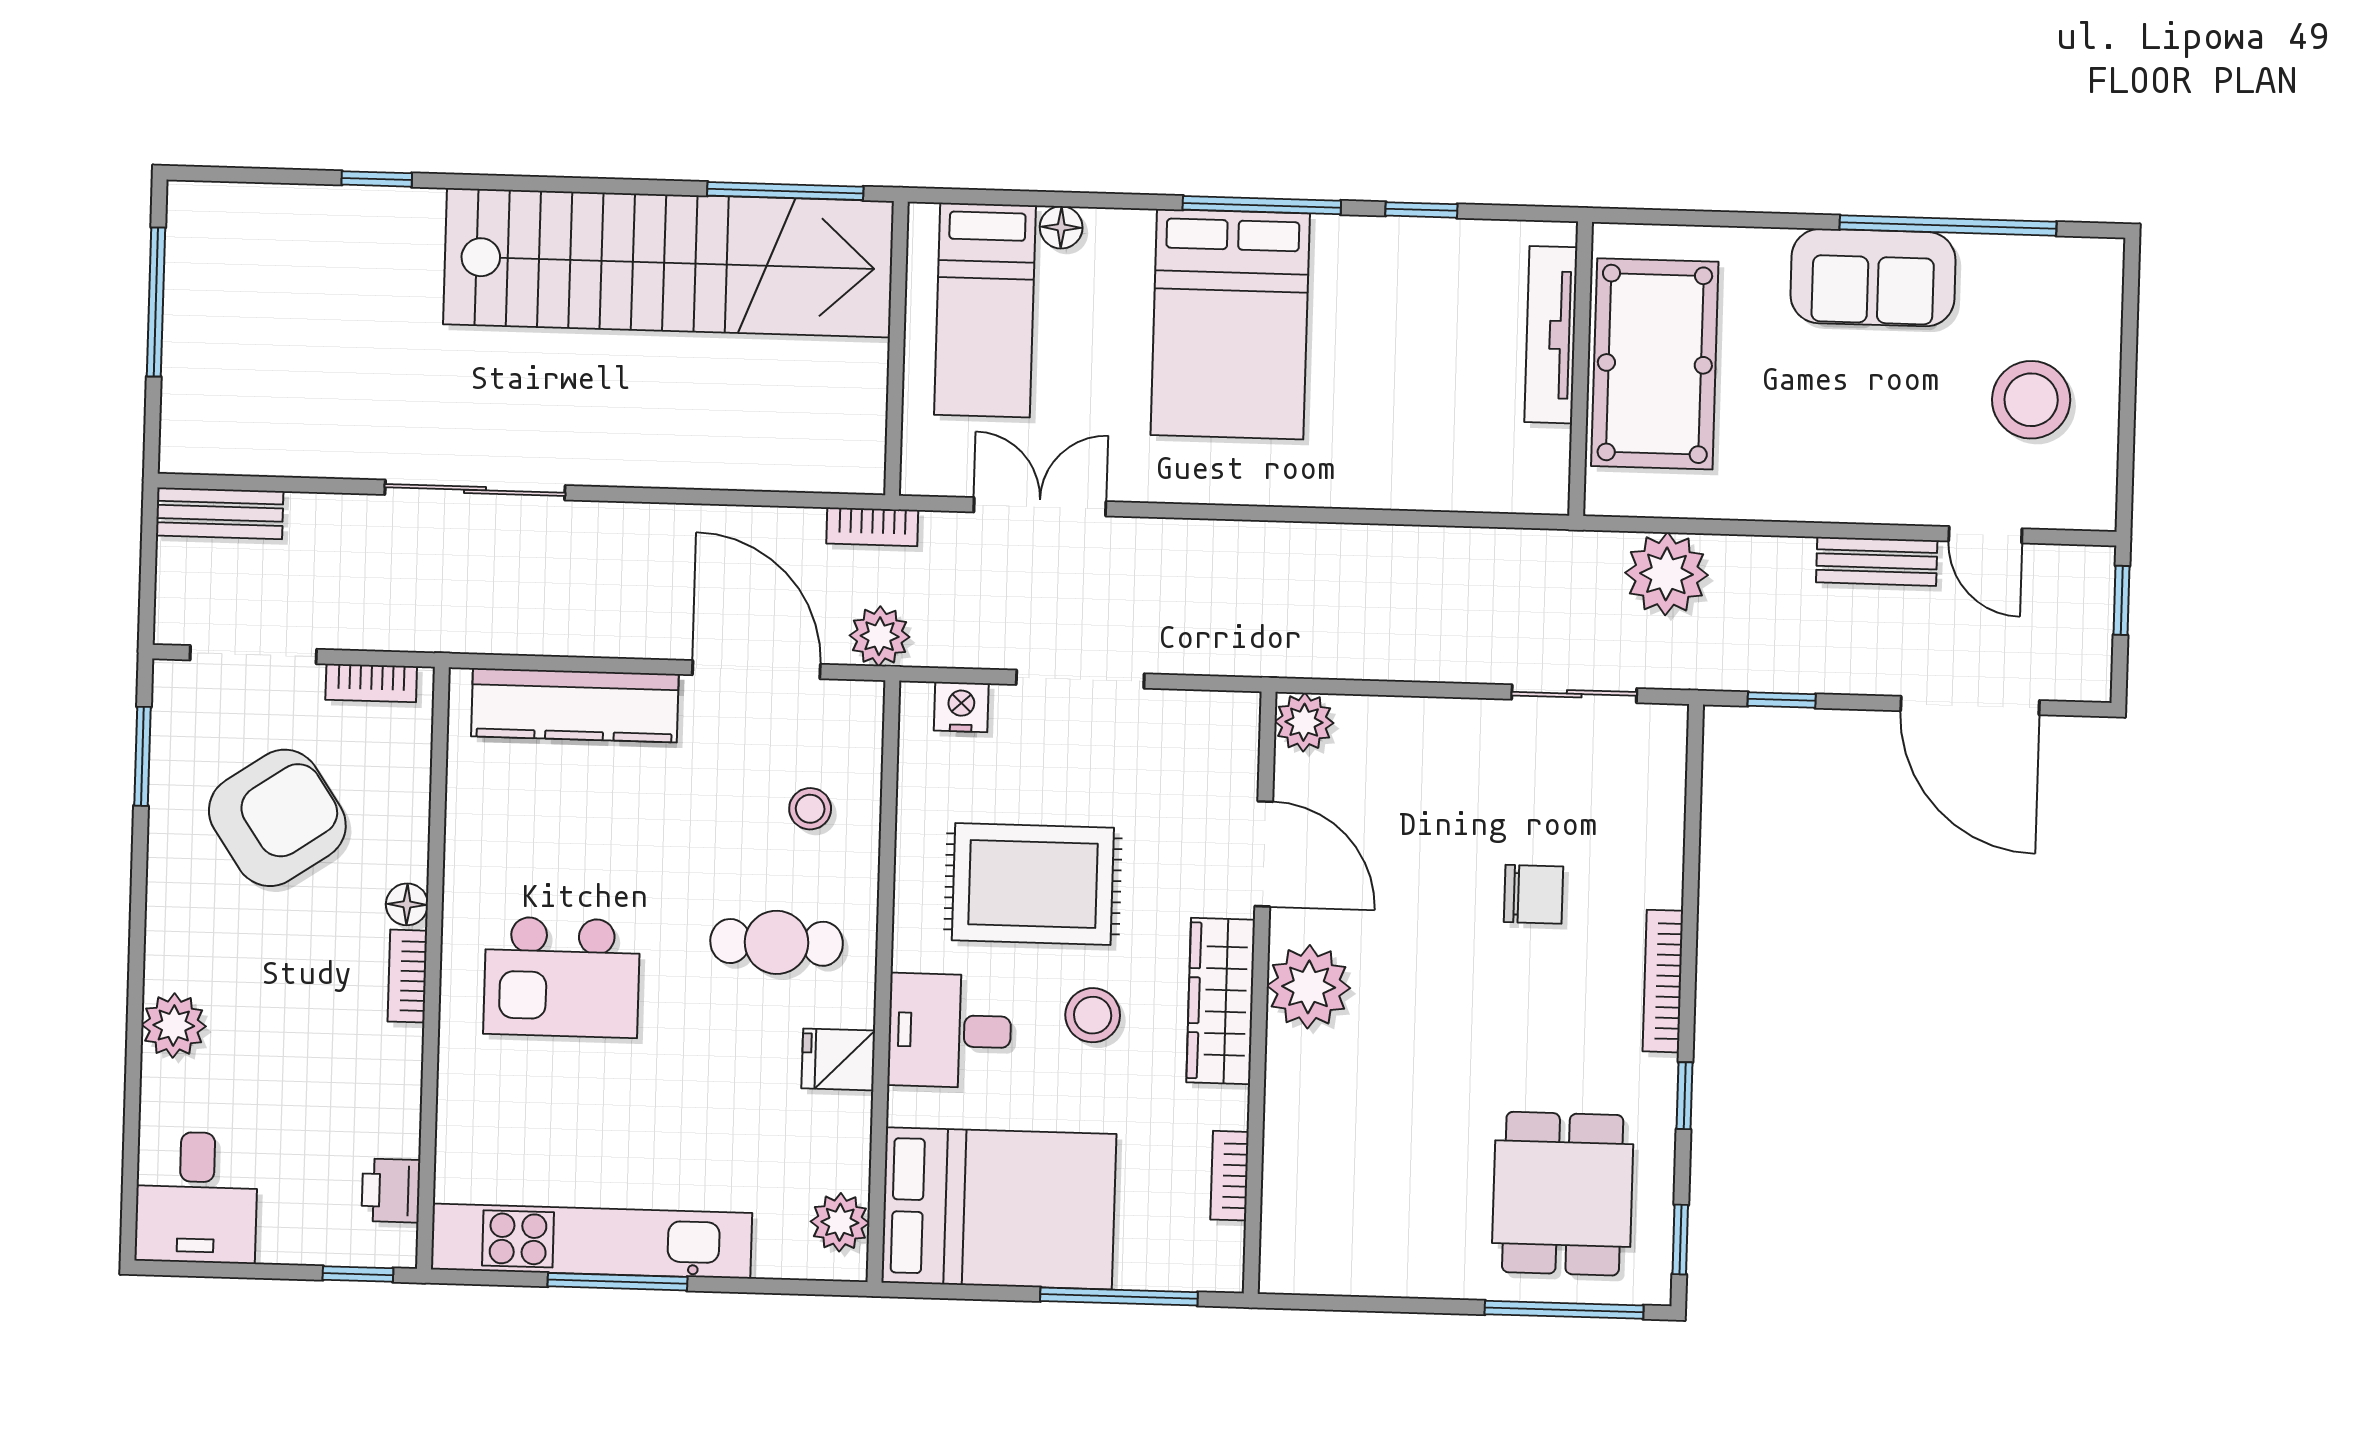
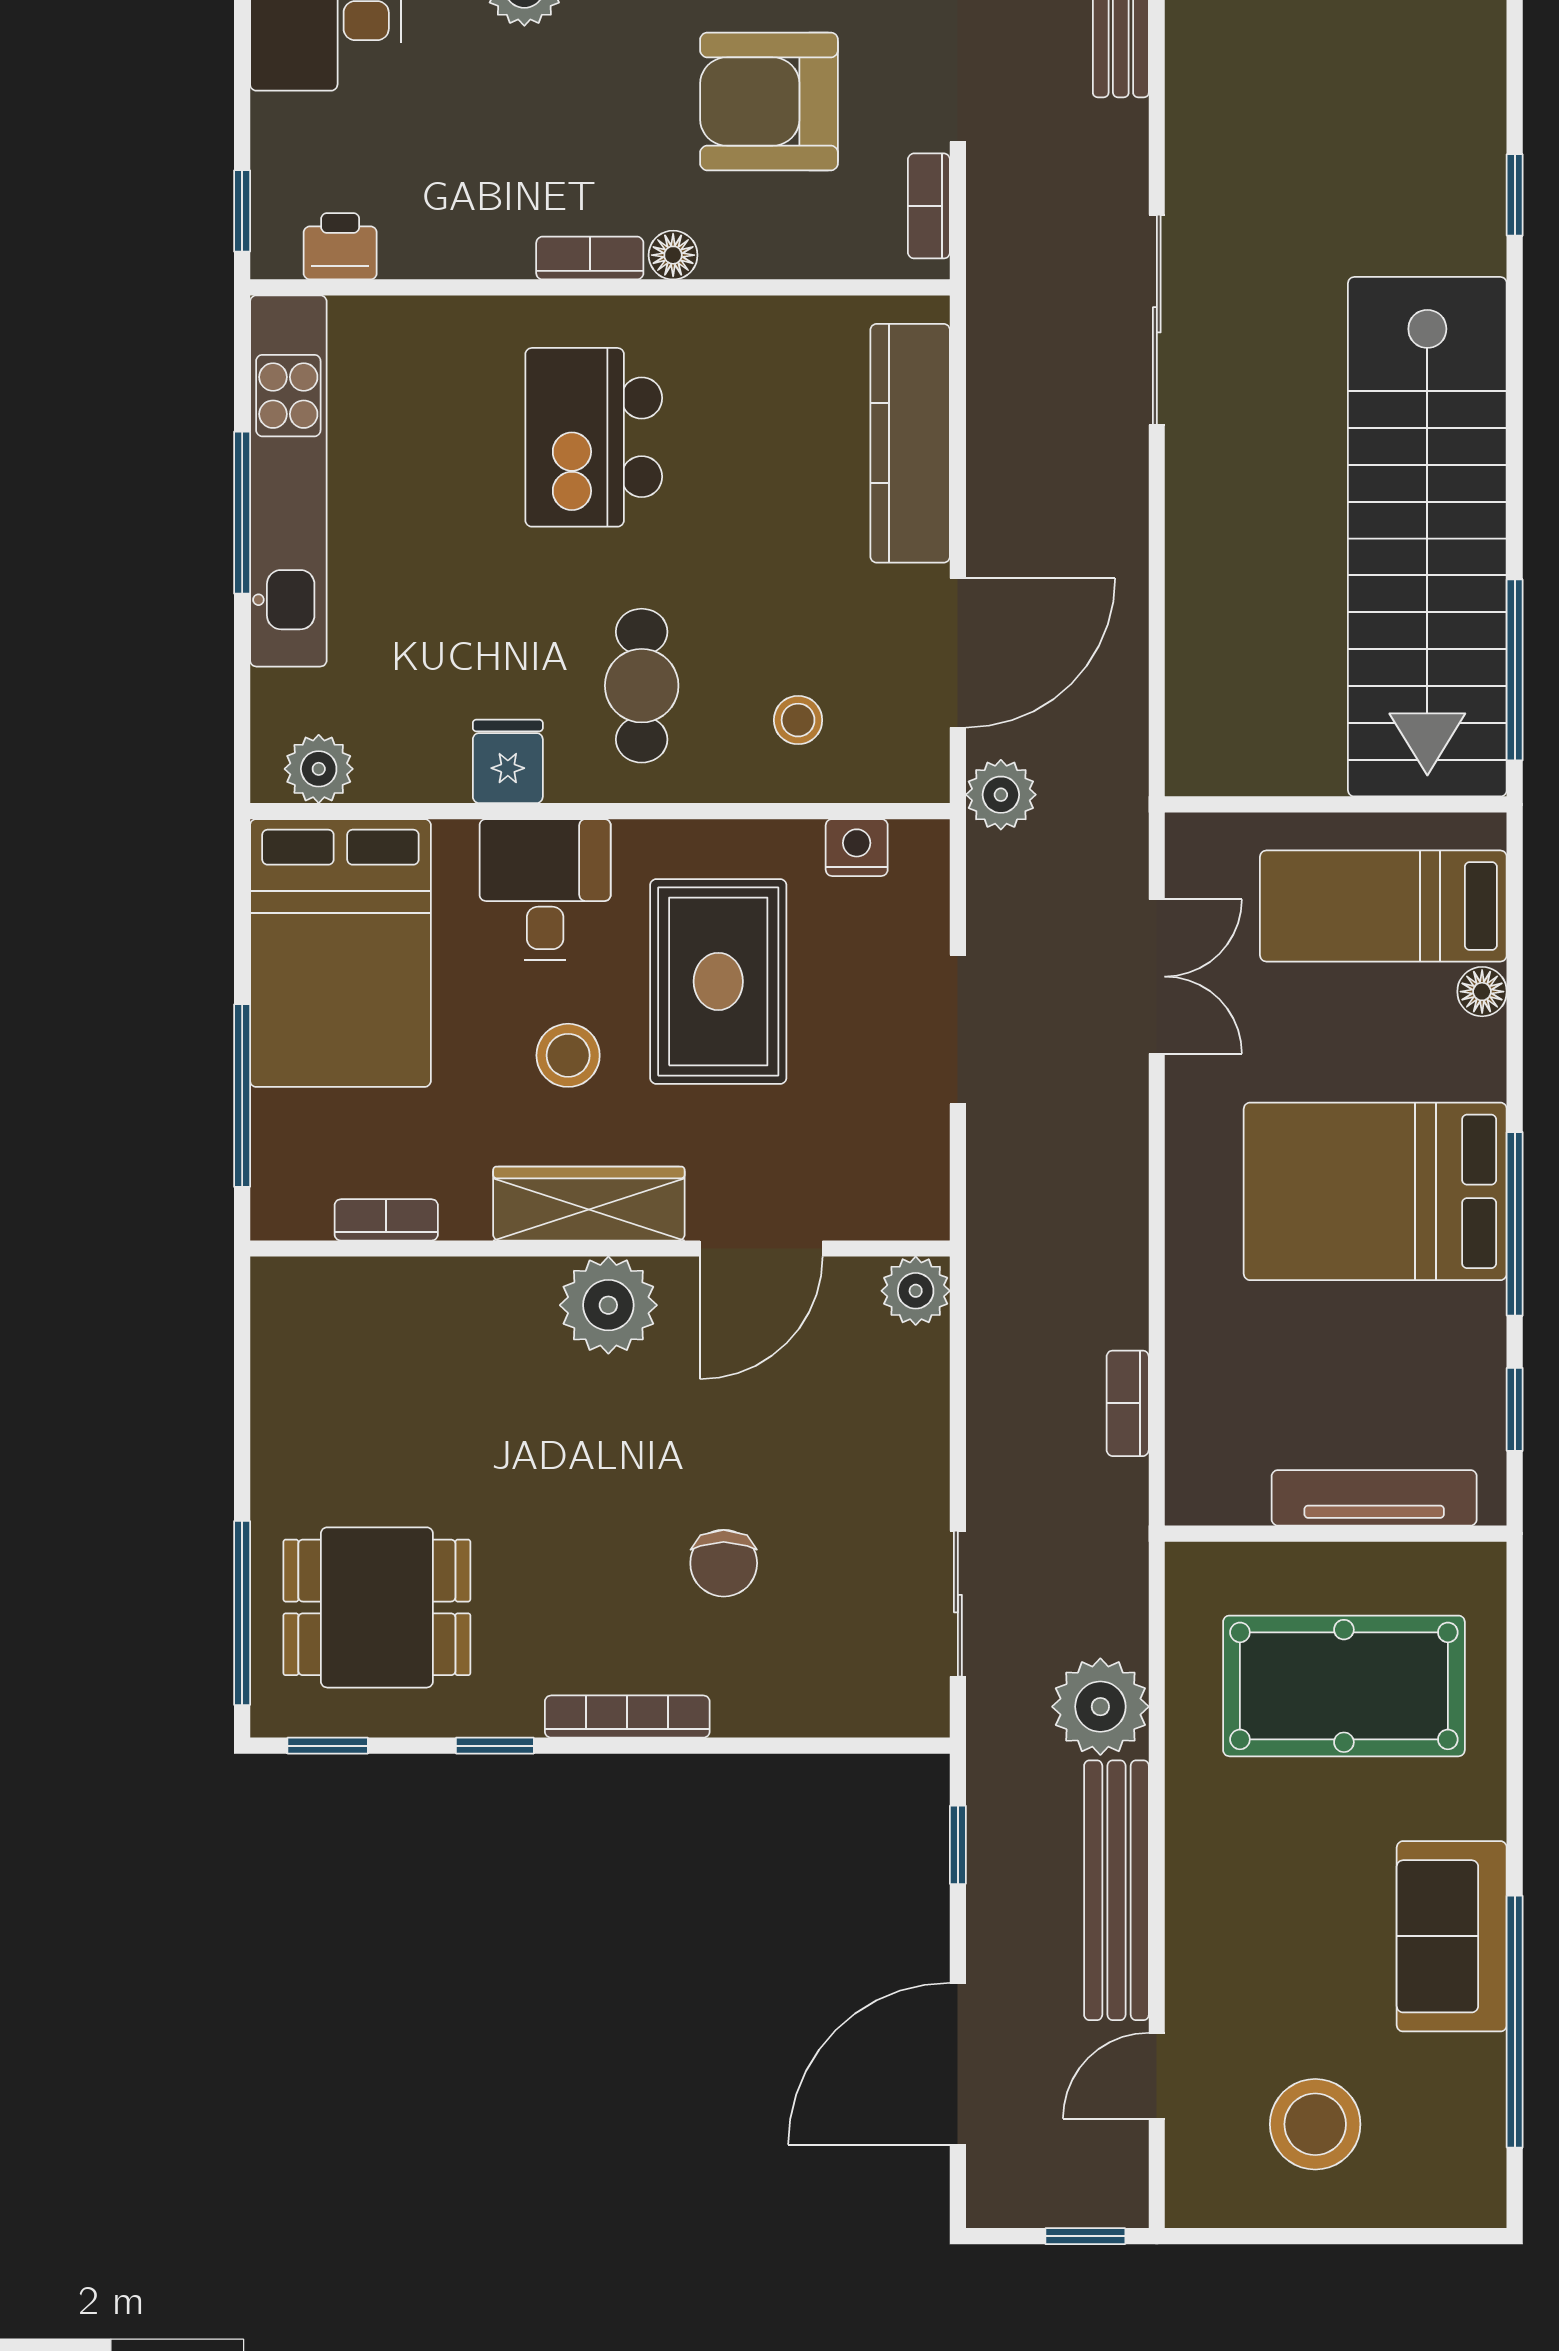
tv unit: (1551, 335) -> (1374, 1498), moved
wall: (1581, 369) -> (1336, 1534), moved
bookcase: (872, 527) -> (1128, 1403), moved
bench: (1877, 561) -> (1116, 1890), width x1.86, depth x1.21
nightstand: (961, 707) -> (857, 848), moved, turned -90
armchair: (277, 818) -> (769, 101), turned 124

